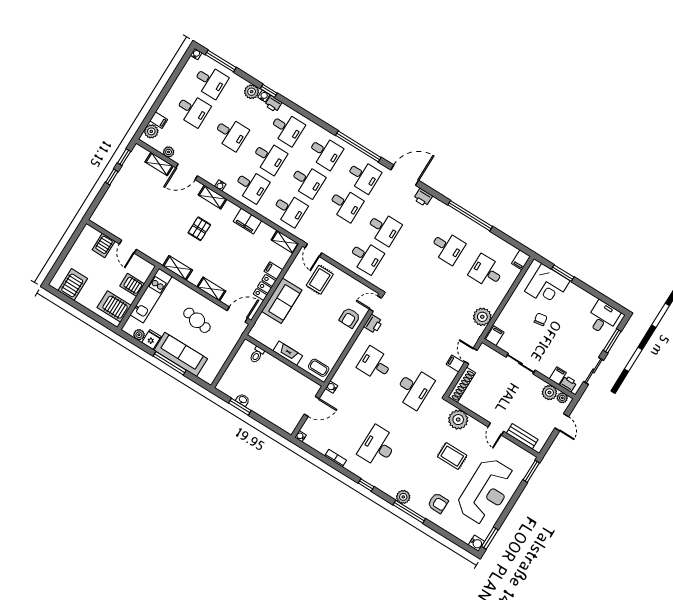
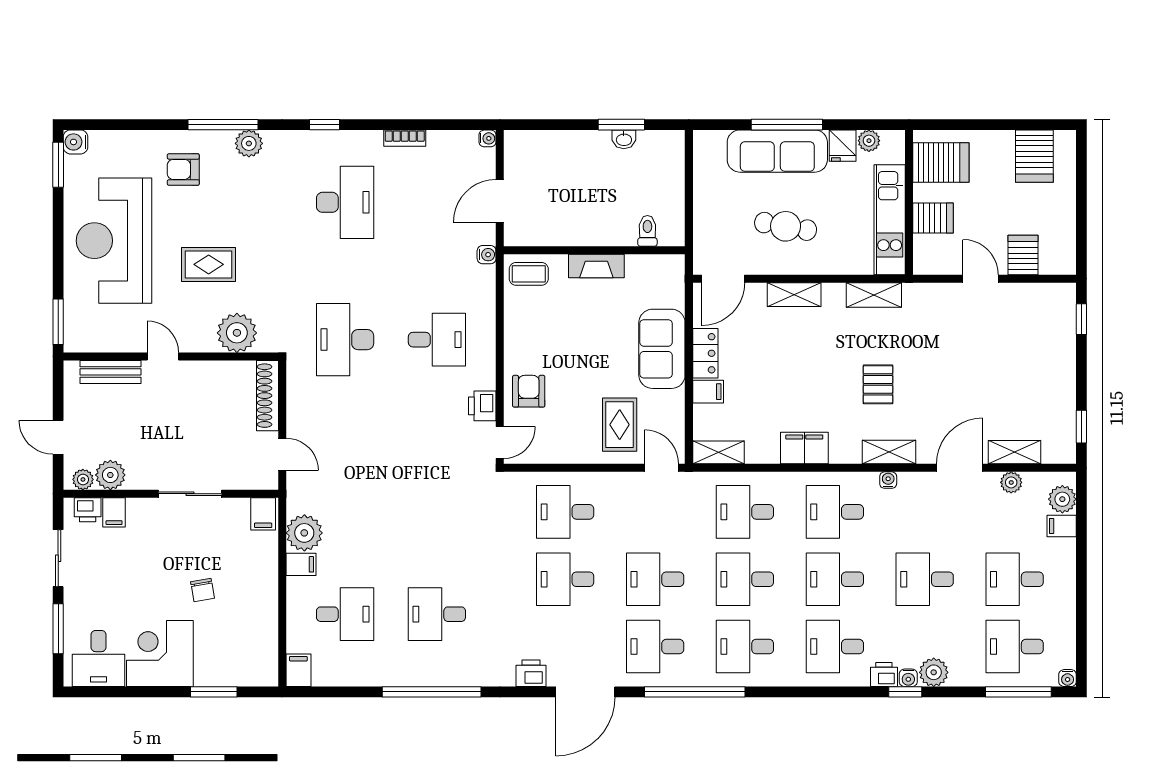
window: (112, 177) -> (1081, 319), moved
corner desk: (547, 286) -> (160, 654), moved
filing cabinet: (455, 363) -> (301, 564), moved

